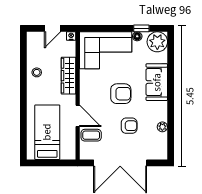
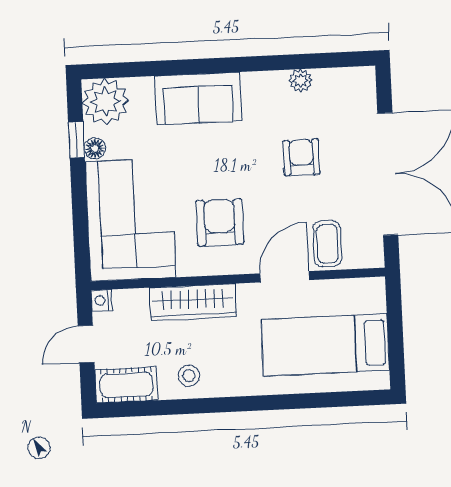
door: (52, 28) -> (86, 344), swing flipped
cot: (34, 45) -> (127, 385), added
armchair: (121, 94) -> (220, 222), moved

